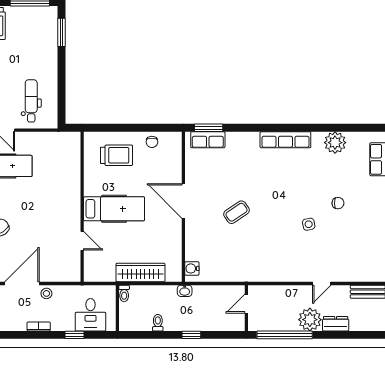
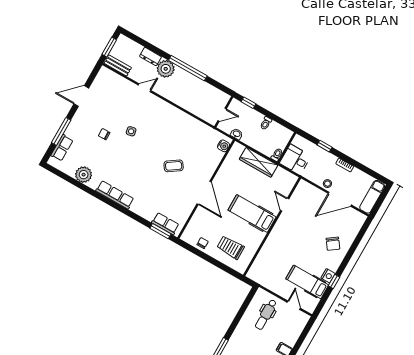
door: (246, 304) -> (222, 115), moved
wall: (246, 308) -> (224, 112), moved
desk: (90, 315) -> (295, 159), moved, turned -90

